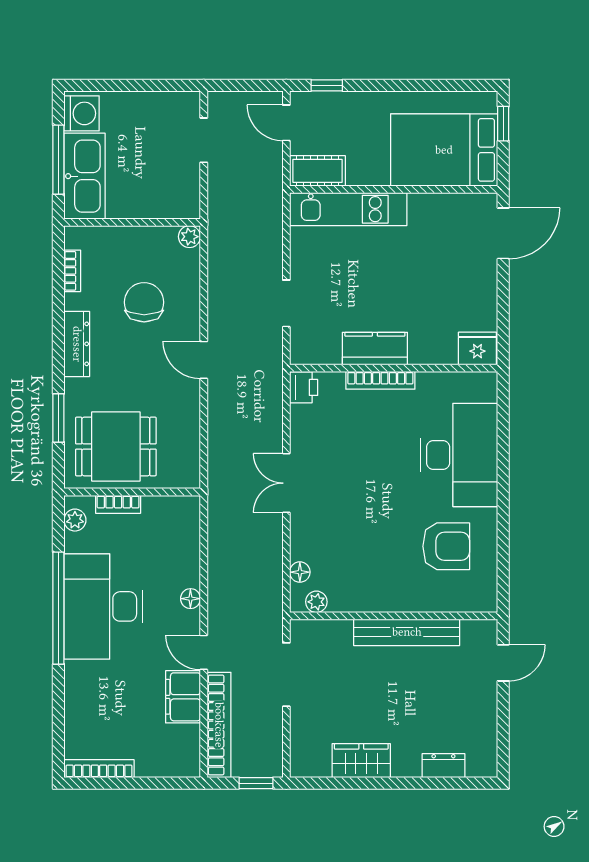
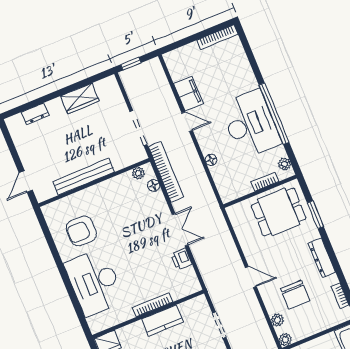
plant: (189, 273) -> (277, 320), added
printer: (304, 387) -> (181, 259), moved
floor lamp: (190, 599) -> (211, 160), moved
bookcase: (219, 725) -> (166, 172), moved, turned 180

